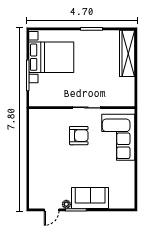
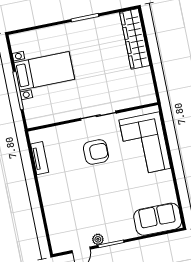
bed with nightstands: (51, 57) -> (44, 71), width x0.73
tv unit: (34, 132) -> (40, 158), added
sofa: (90, 198) -> (158, 219), moved

